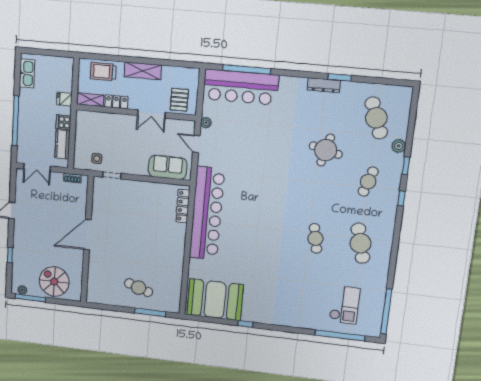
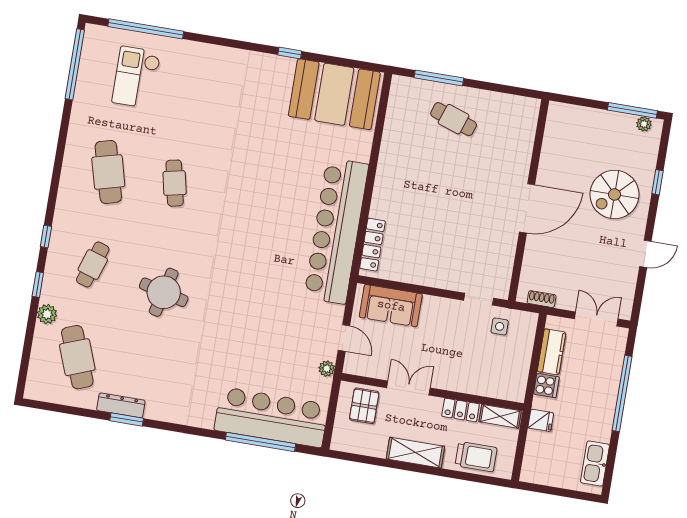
dresser: (324, 85) -> (121, 405), moved
round table: (326, 150) -> (164, 292), moved
spiral stairs: (54, 282) -> (615, 194), moved, turned 90

